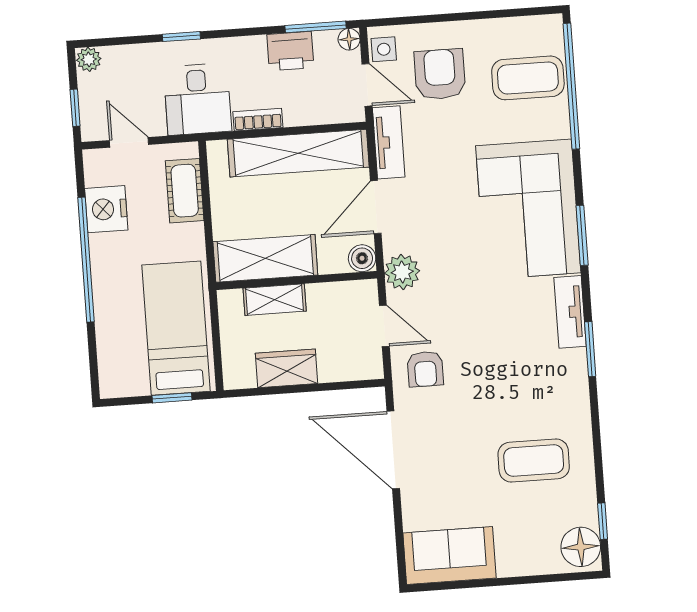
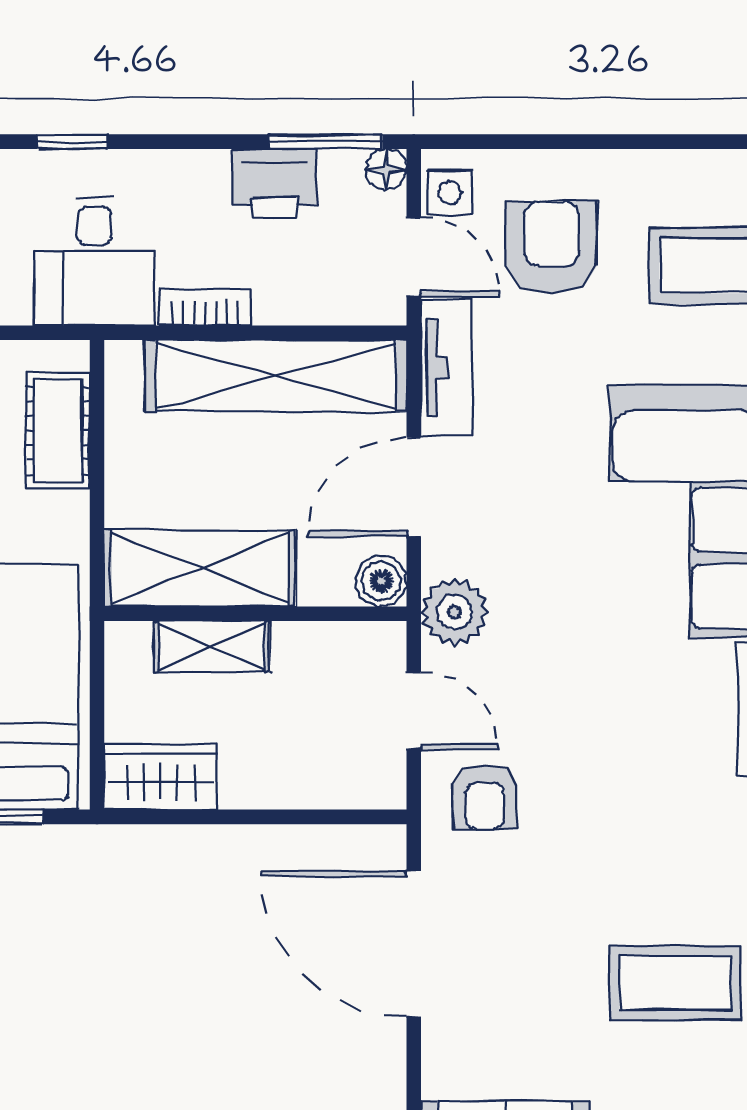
wardrobe: (287, 368) -> (160, 777), moved

